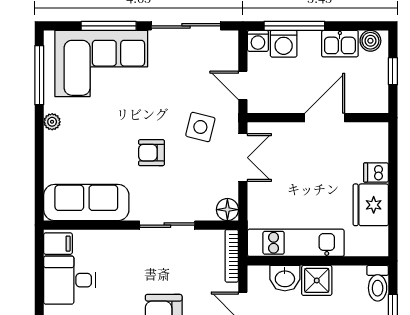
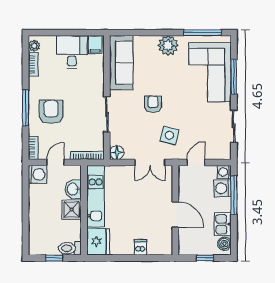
sliding door: (186, 26) -> (234, 126), width x0.73
plant: (52, 122) -> (168, 45), width x1.87, depth x1.87
fridge: (371, 205) -> (98, 241), moved, turned 90

